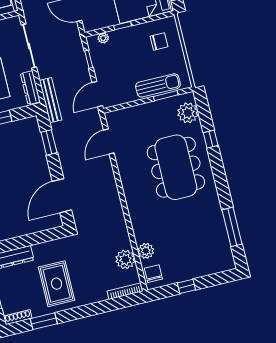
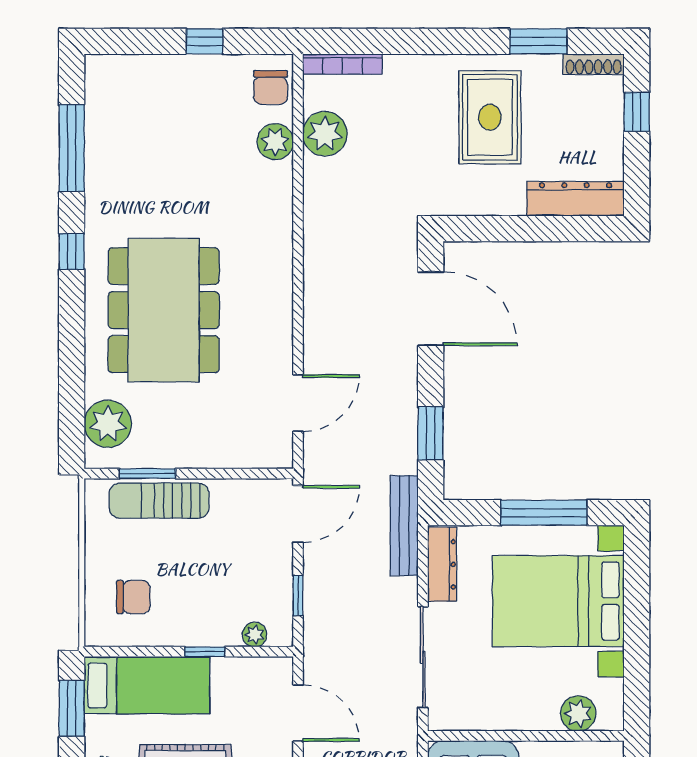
chair: (159, 41) -> (133, 597), turned 180
window: (211, 139) -> (72, 252), moved
door: (62, 196) -> (431, 309), hinge flipped

